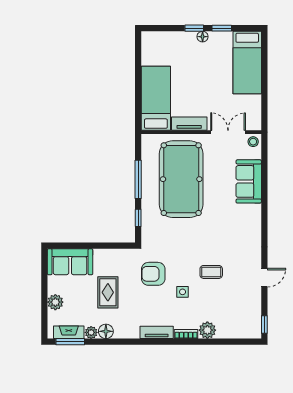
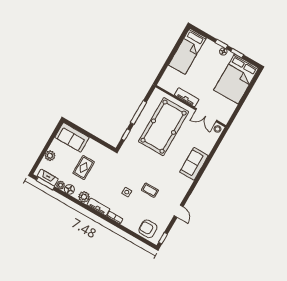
bed: (247, 63) -> (236, 79), width x1.50
bed: (156, 98) -> (187, 51), moved, turned 180
double door: (228, 132) -> (206, 115), swing flipped
sofa: (249, 181) -> (194, 164), moved
armchair: (153, 274) -> (148, 229), moved
door: (264, 278) -> (179, 211), hinge flipped
plant: (207, 330) -> (84, 197), moved

